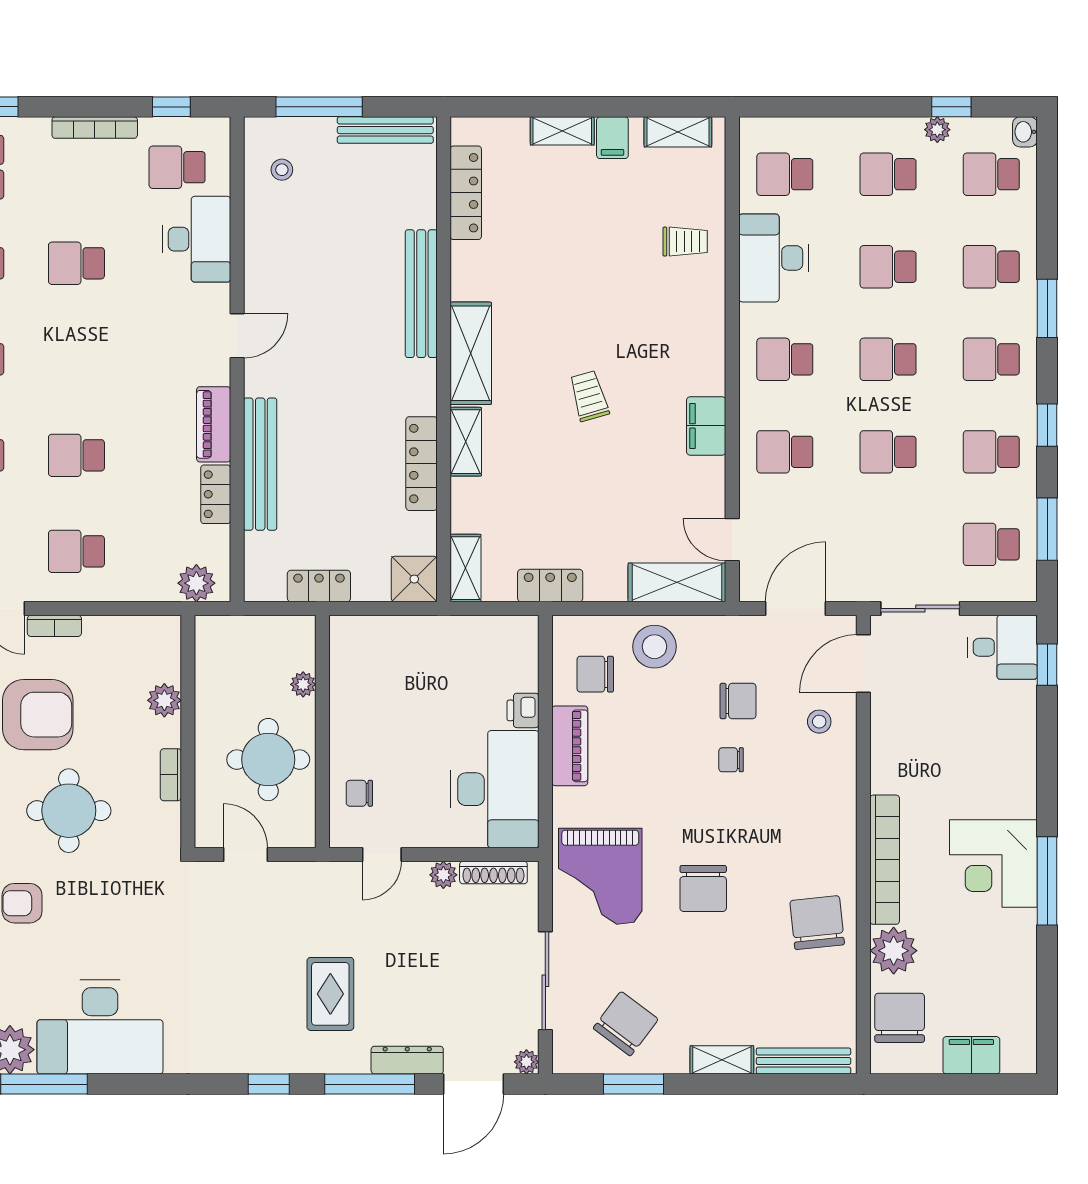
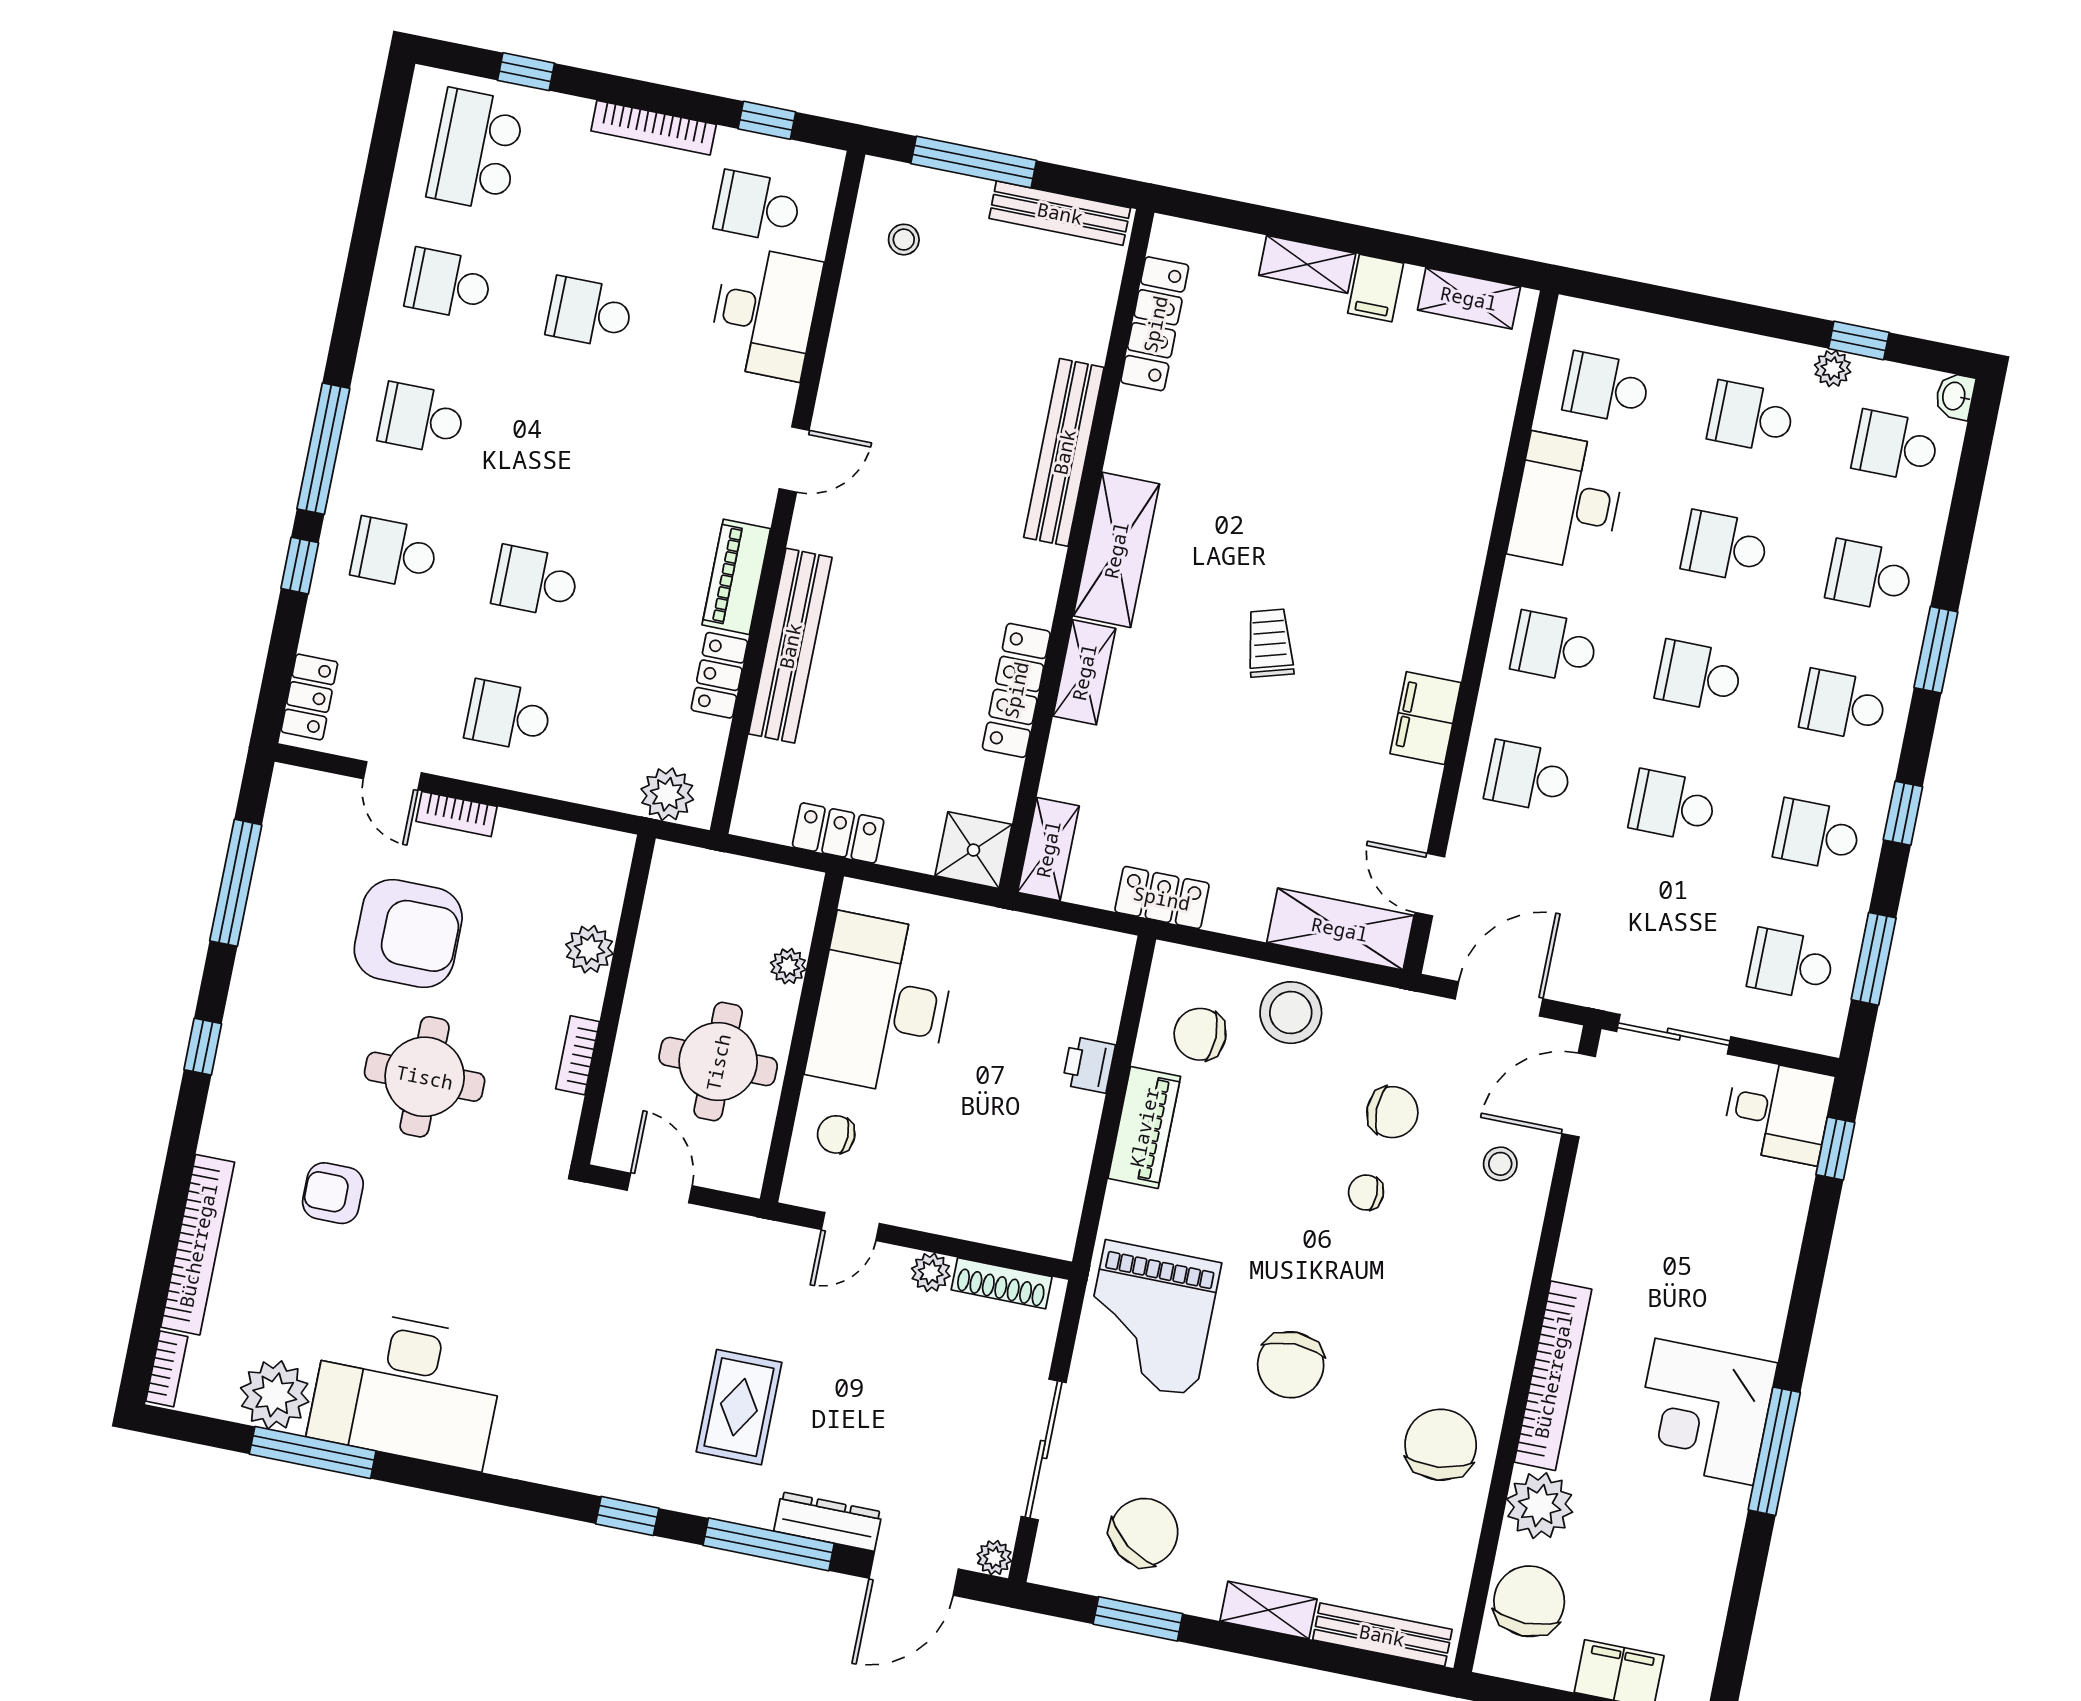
trolley: (685, 242) -> (1448, 454), removed
desk: (495, 789) -> (882, 1005), moved, turned 180

